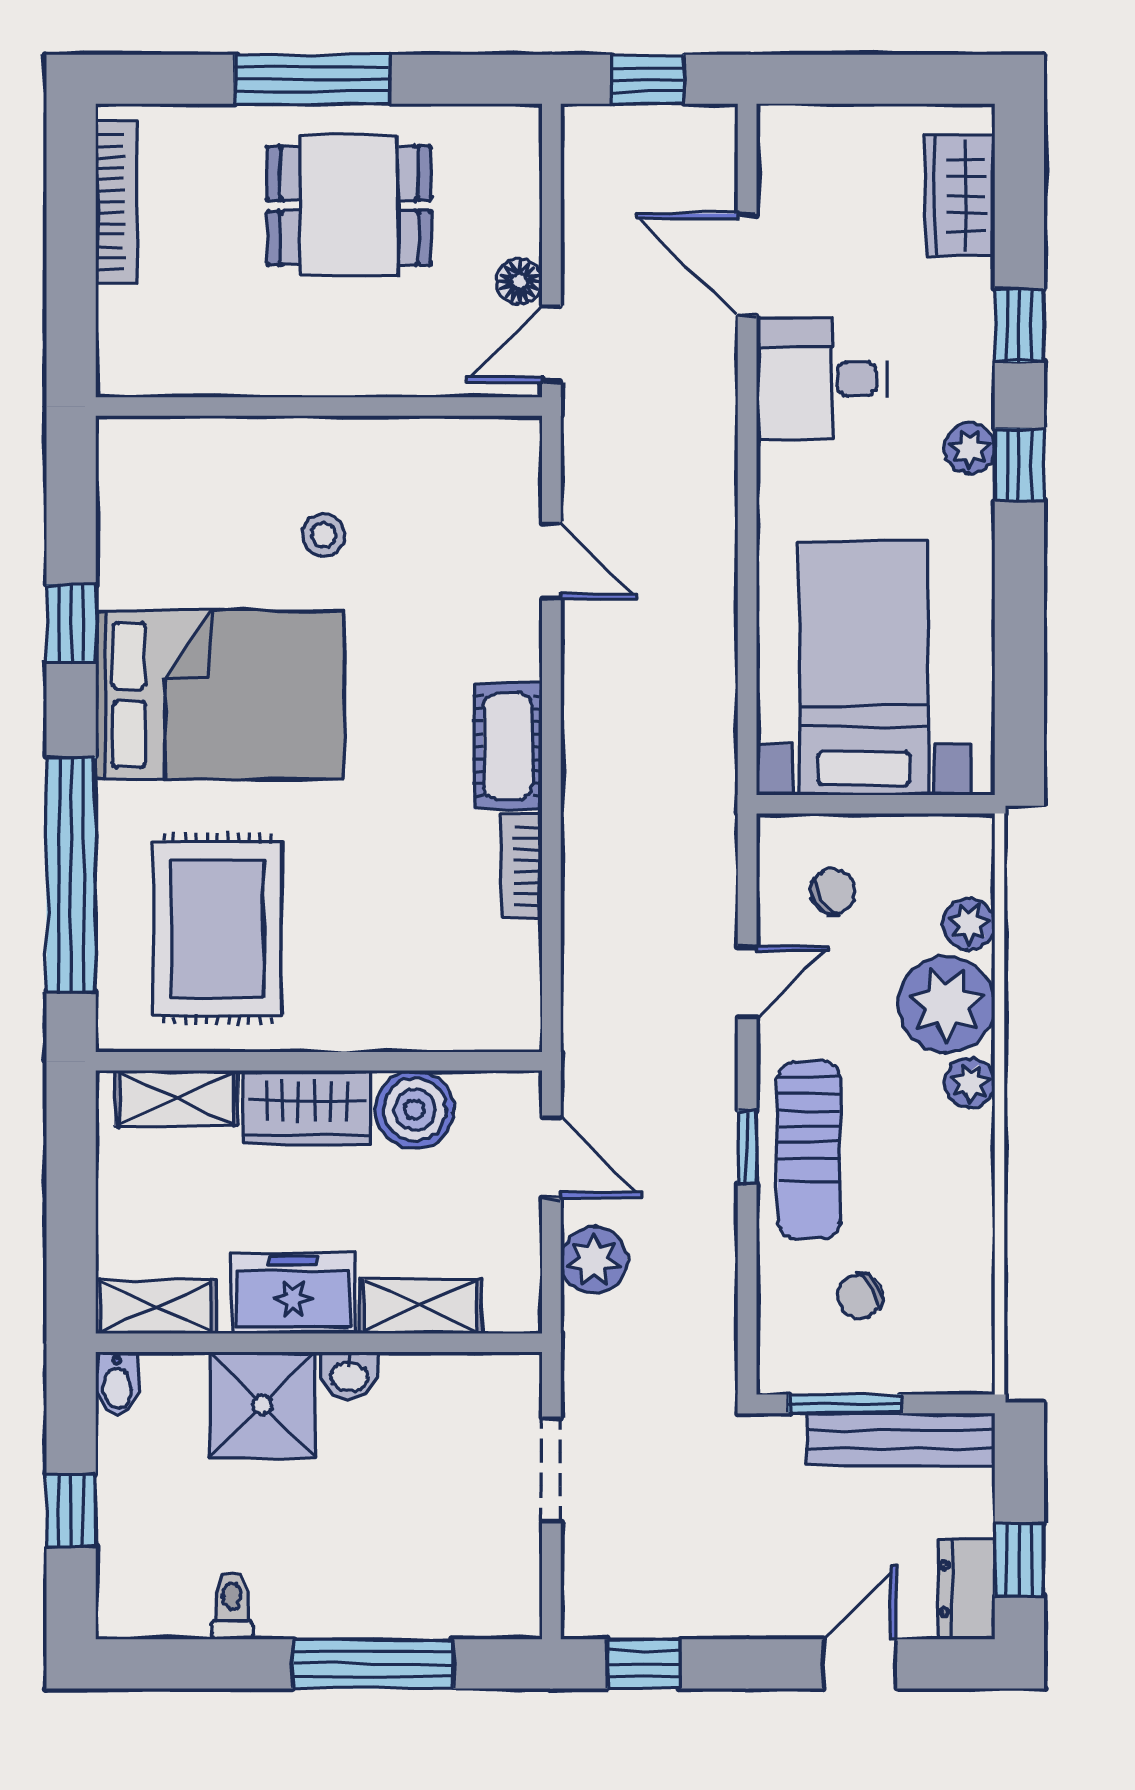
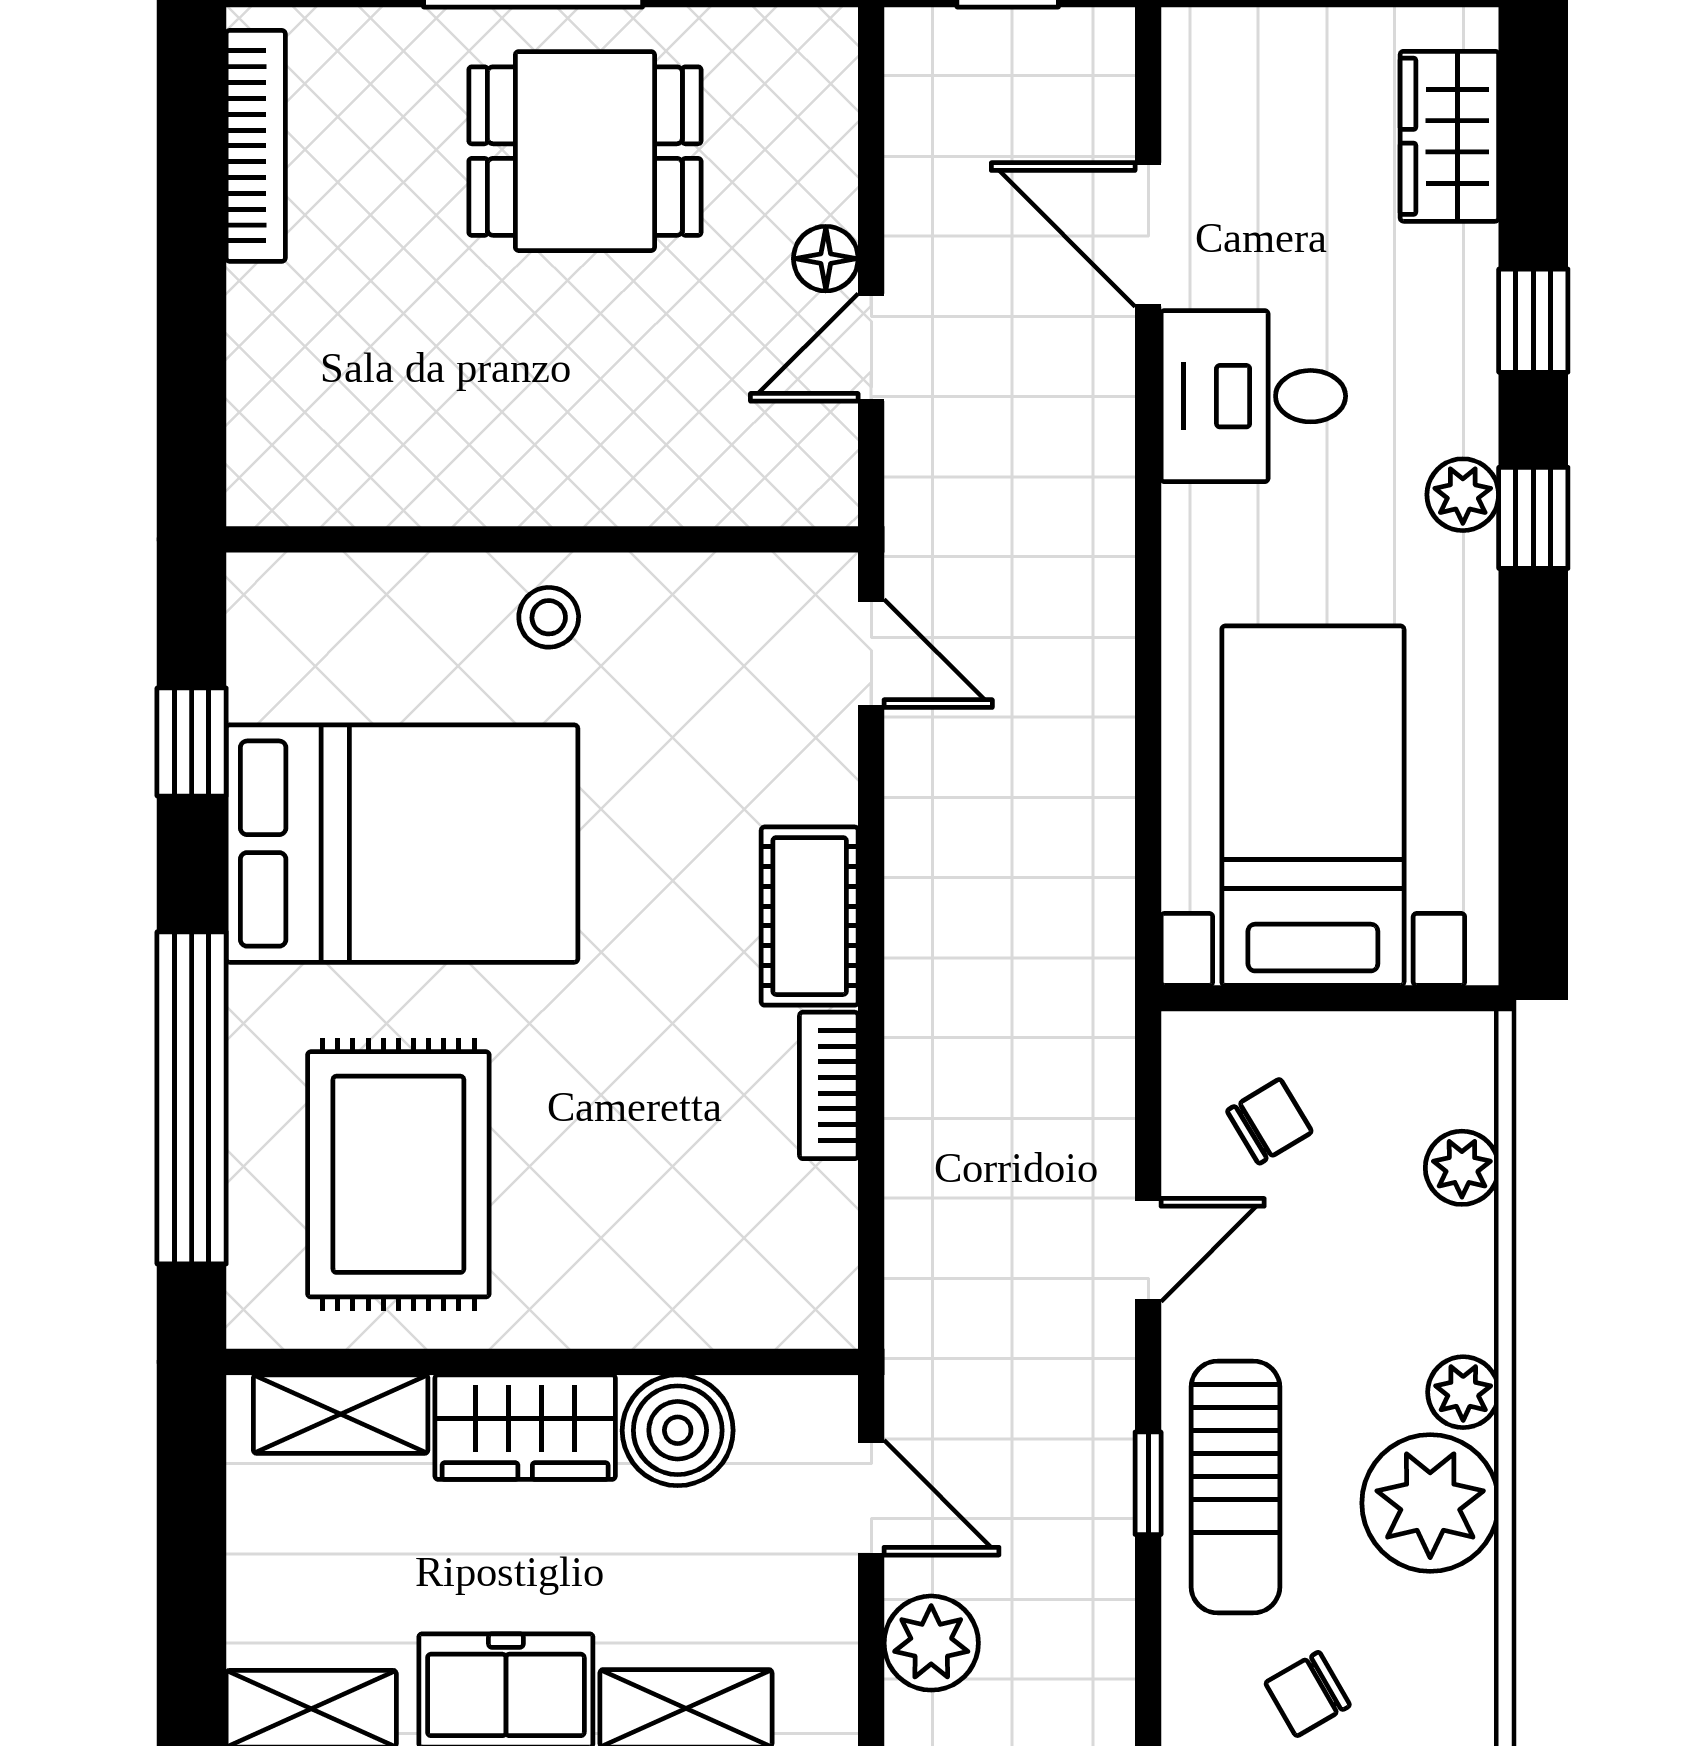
wall: (319, 407) -> (542, 539), moved
plant: (947, 1004) -> (1430, 1503), moved

